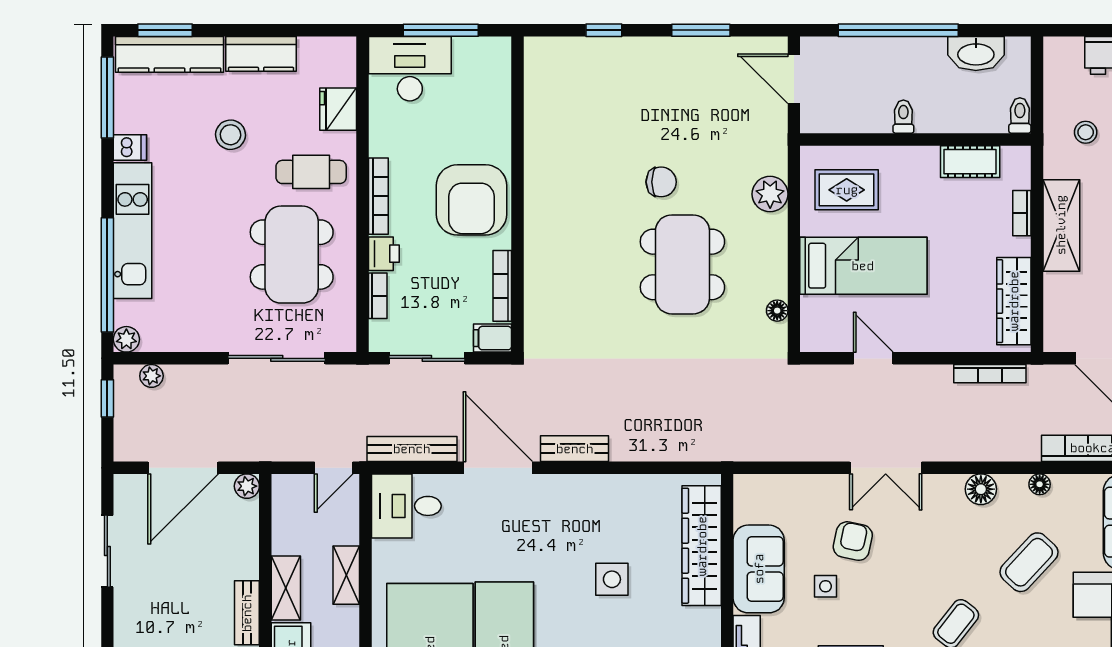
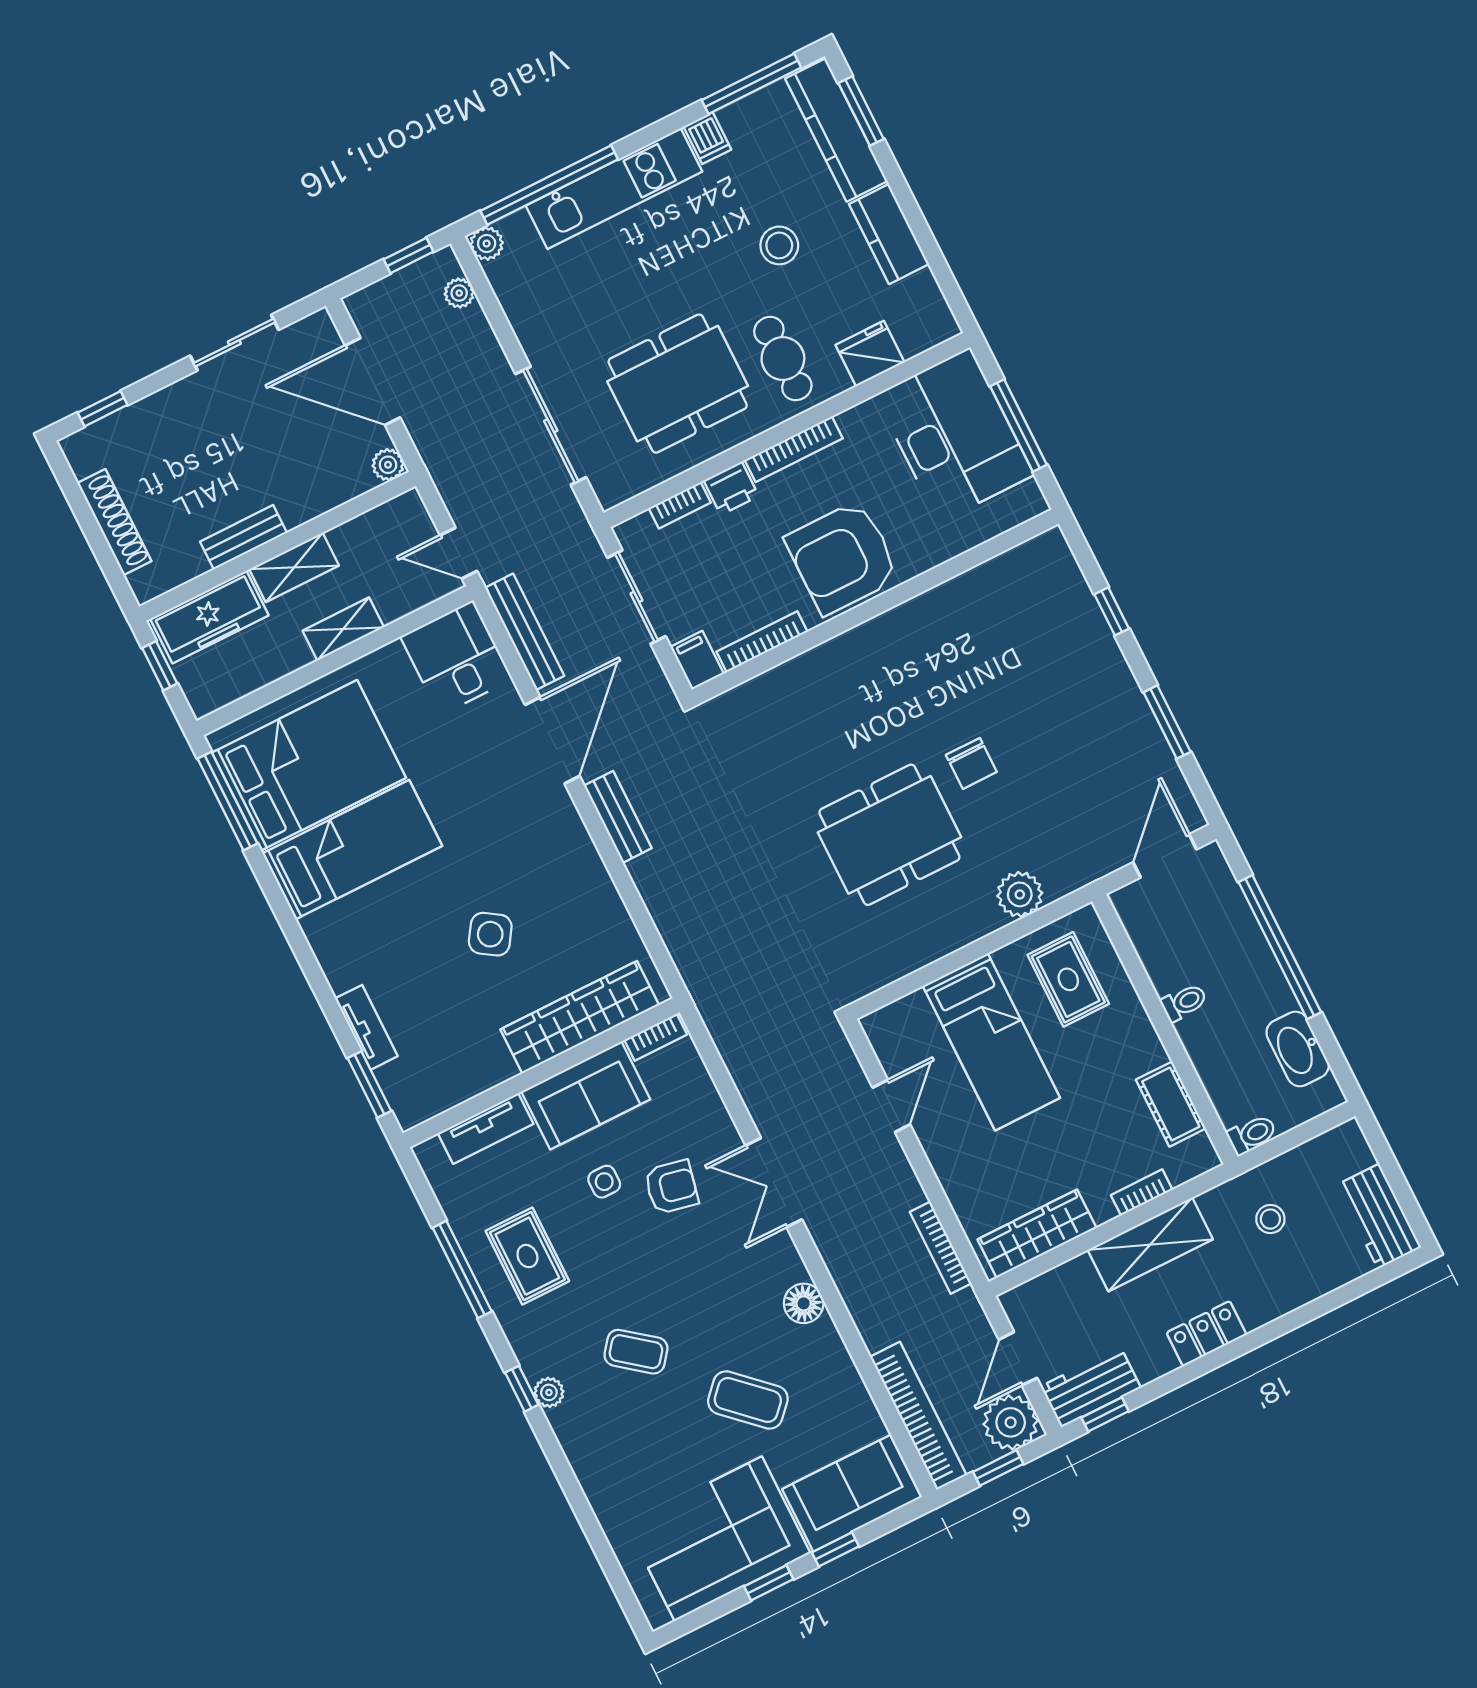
desk: (410, 69) -> (955, 435), width x1.36, depth x1.30
floor lamp: (777, 311) -> (891, 969), removed
floor lamp: (1040, 484) -> (843, 1367), removed
bookcase: (742, 500) -> (656, 1037), added
side table: (612, 579) -> (490, 934), turned 33

